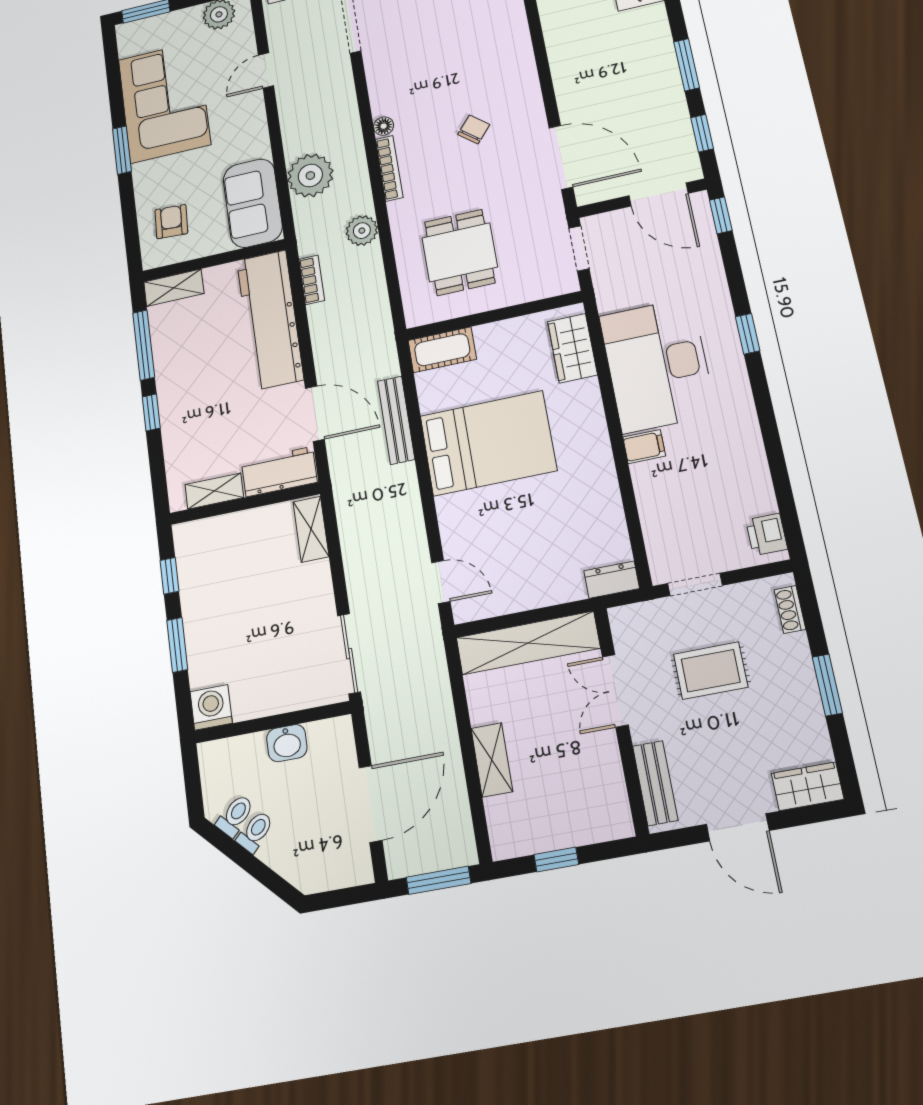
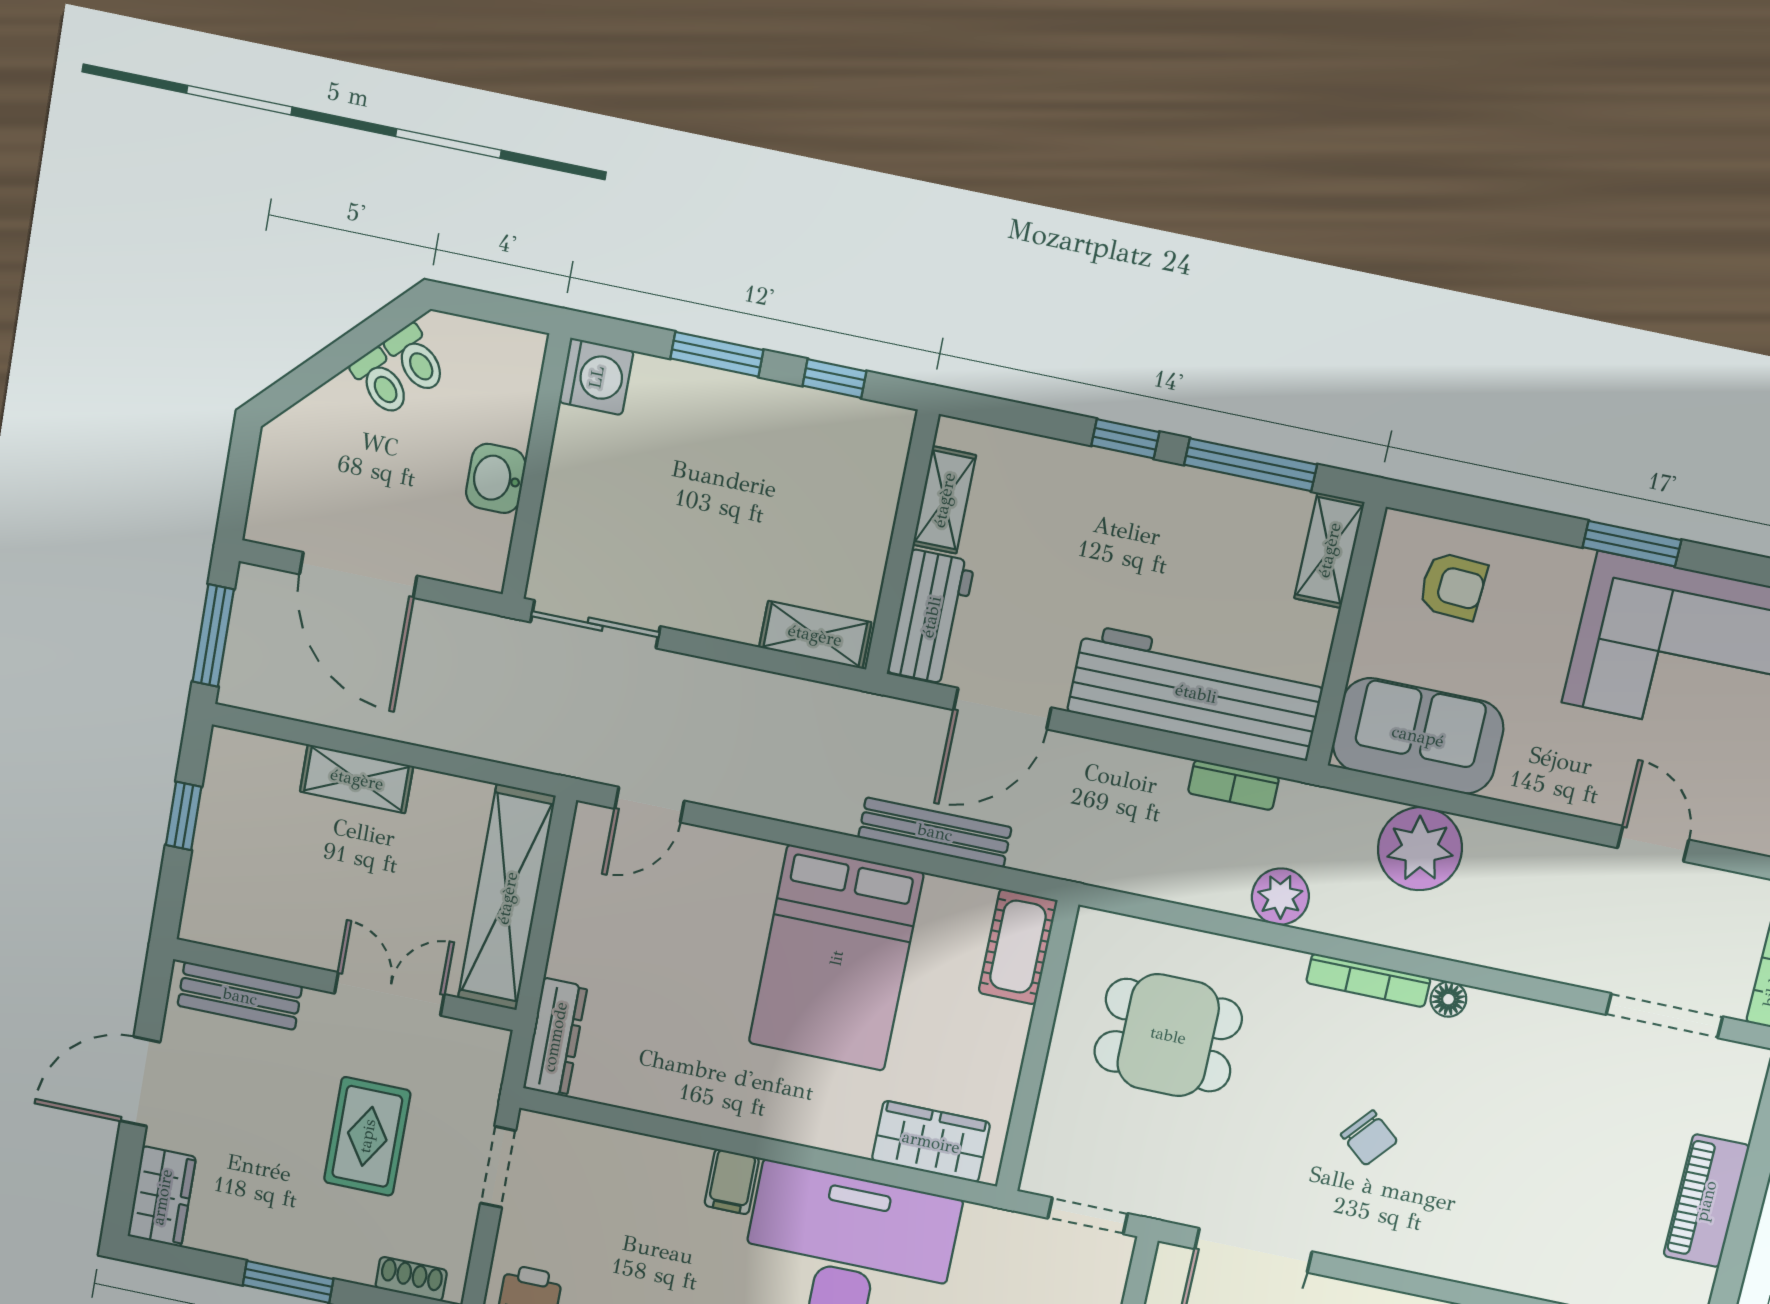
dresser: (612, 580) -> (555, 1037), width x1.44

